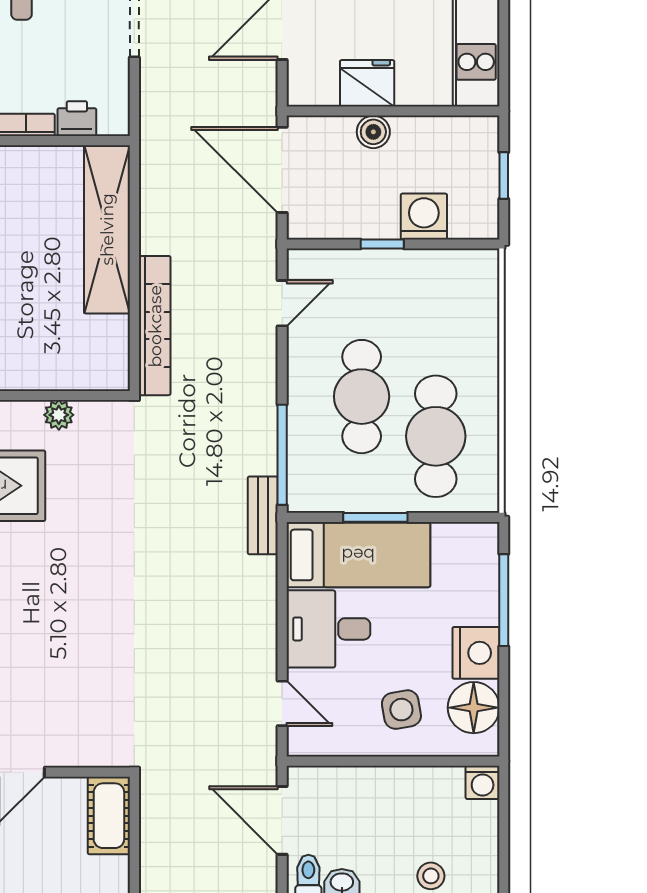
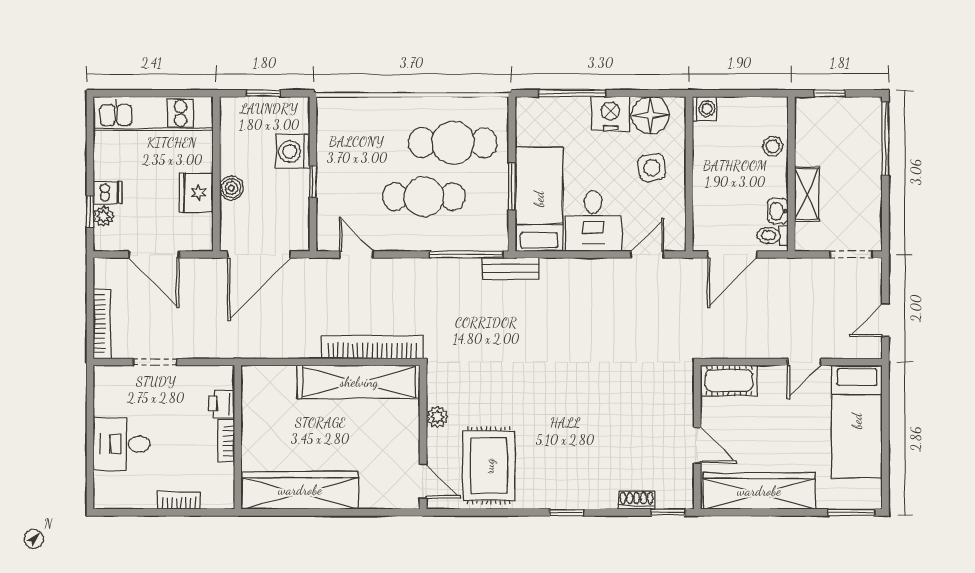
shelving: (107, 229) -> (359, 382), moved

